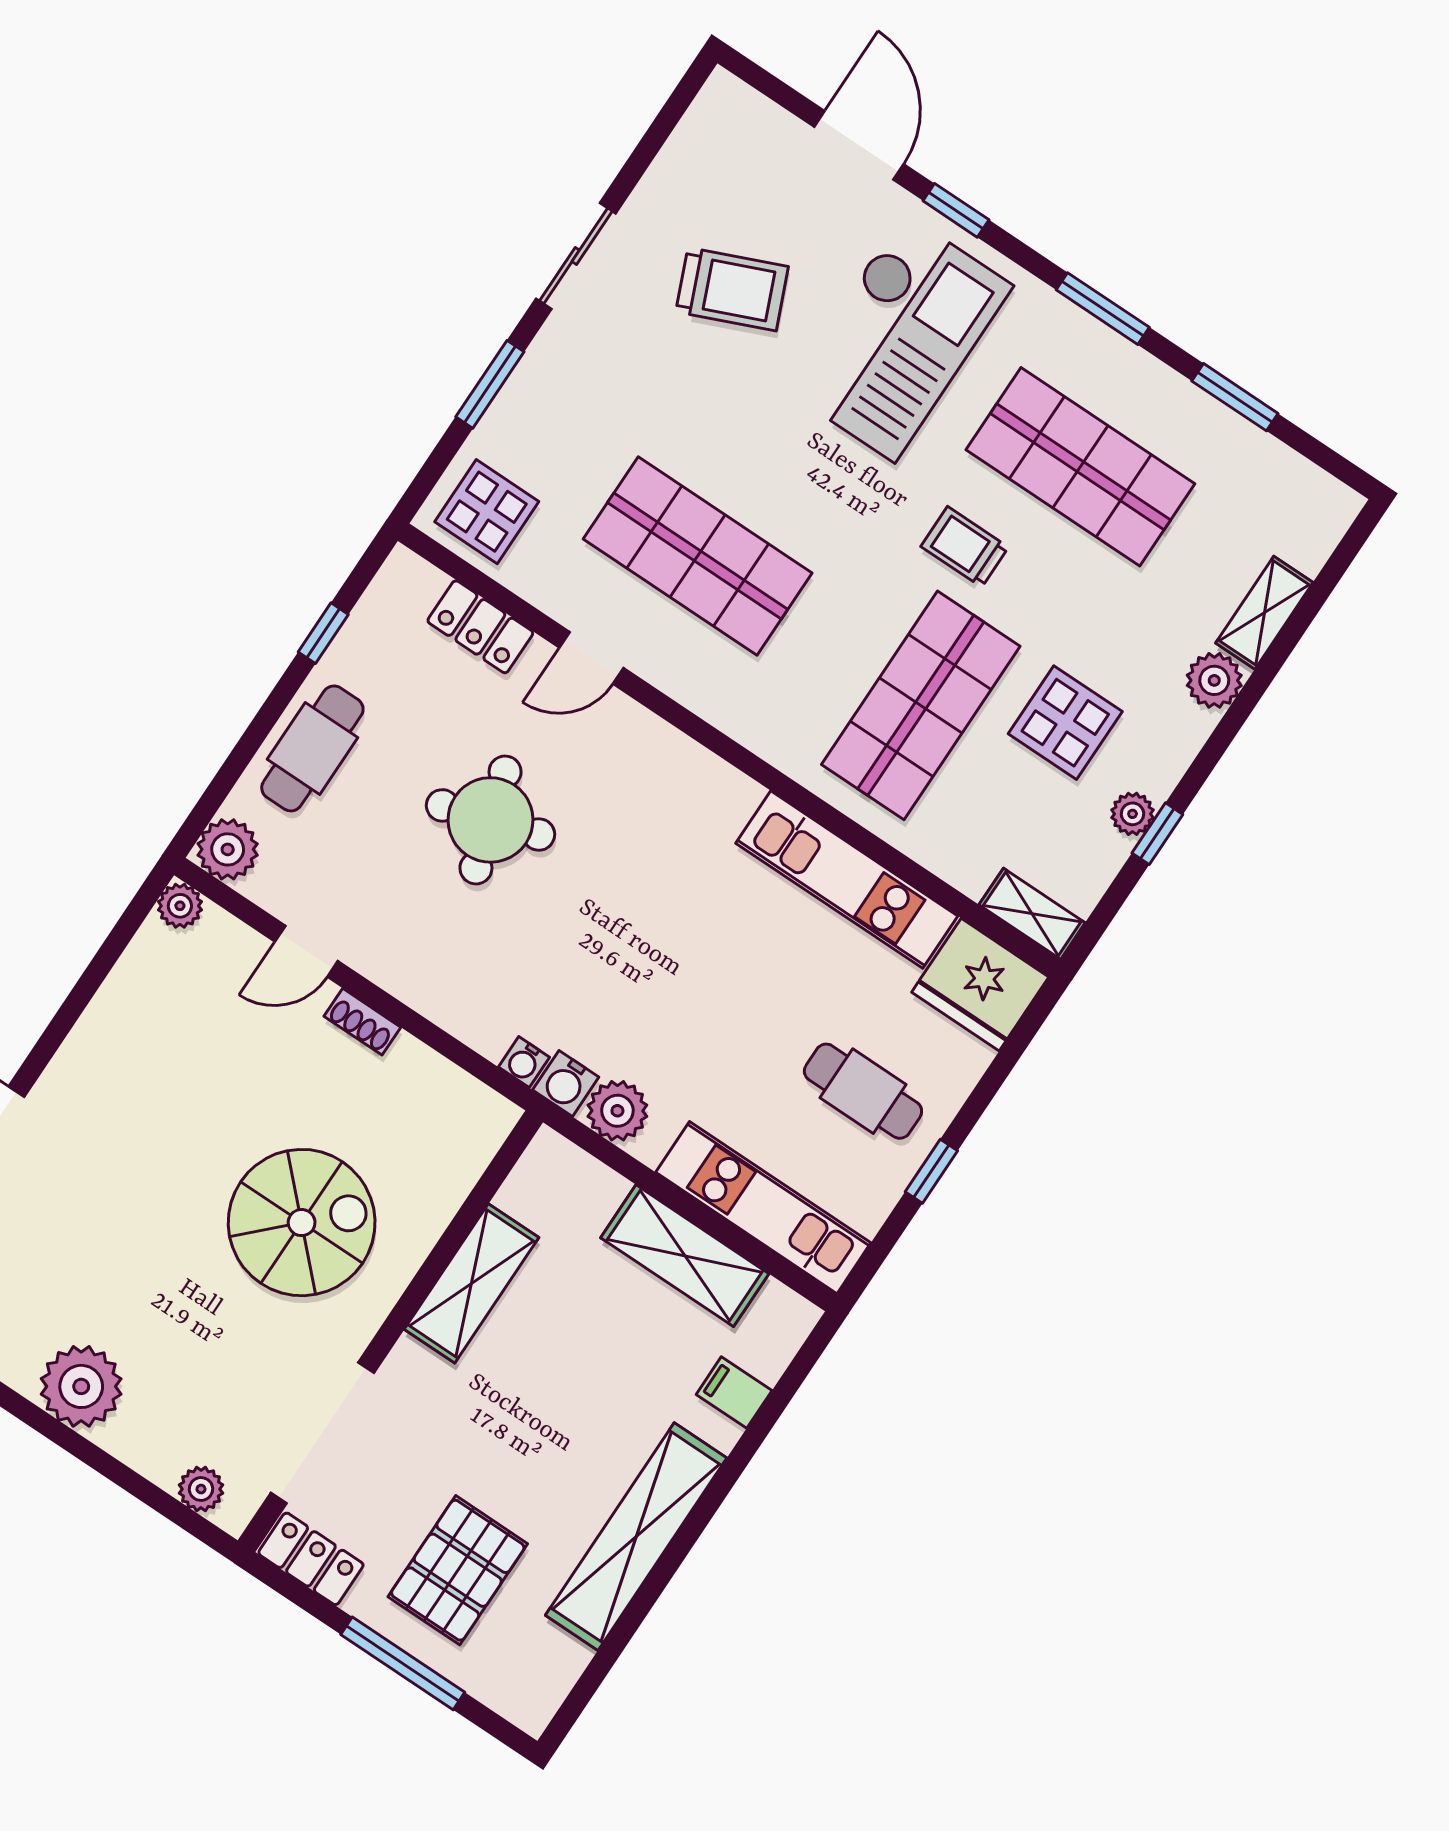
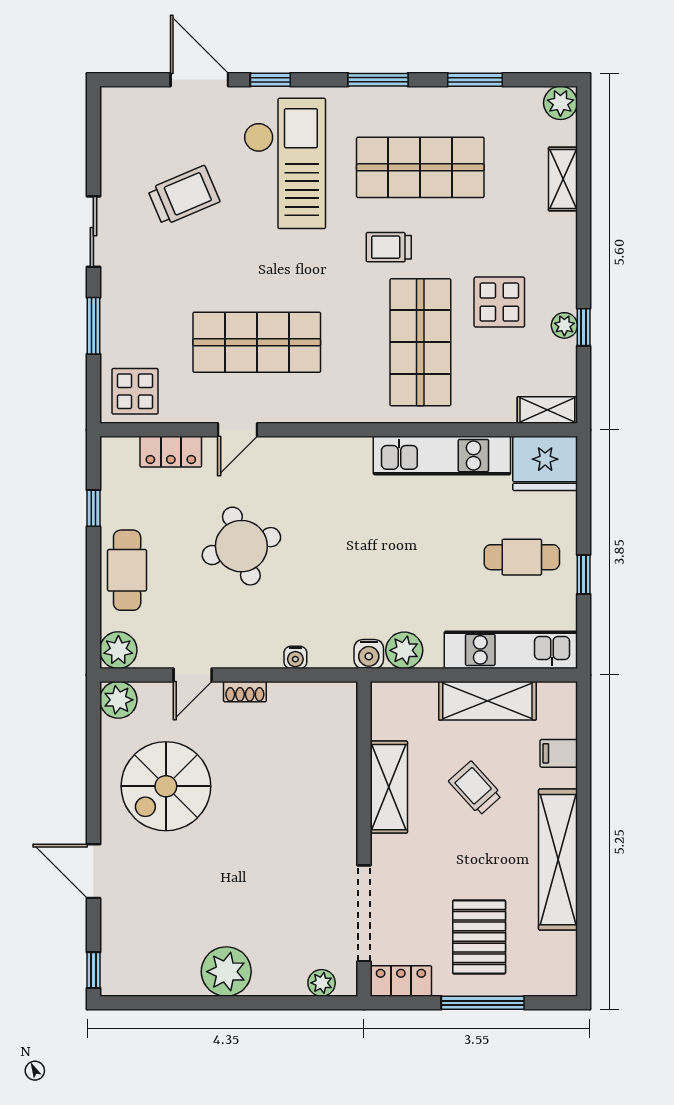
plant: (1214, 680) -> (560, 103), moved
plant: (180, 906) -> (118, 700), width x1.38, depth x1.38
water cooler: (524, 1062) -> (295, 657), moved
spiral stairs: (302, 1223) -> (166, 786), moved, turned 180
trolley: (588, 1364) -> (475, 788), added

